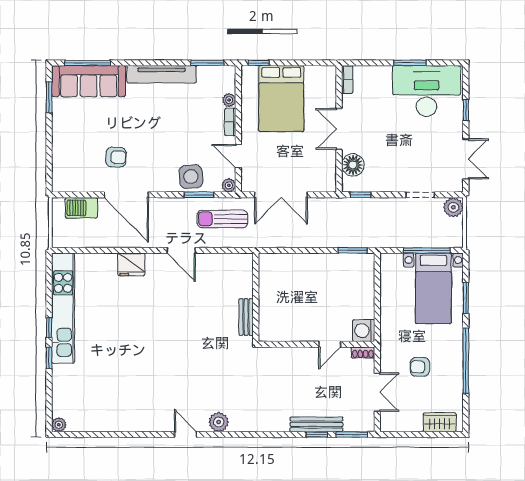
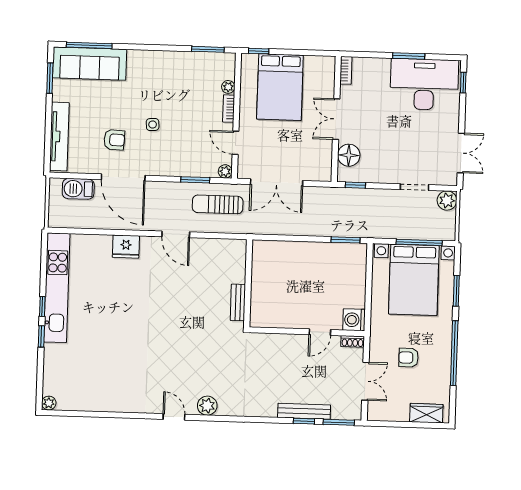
tv unit: (162, 74) -> (59, 137), moved, turned -90
window: (466, 110) -> (463, 83), moved
side table: (191, 177) -> (153, 124), moved, width x0.54, depth x0.54
bed with nightstands: (433, 288) -> (414, 280), width x1.36

